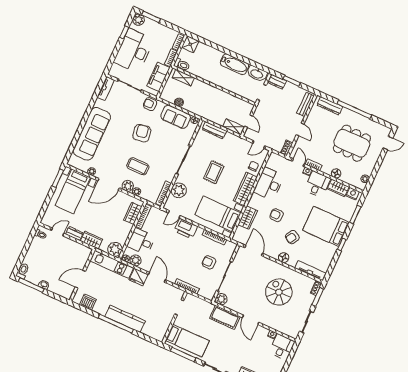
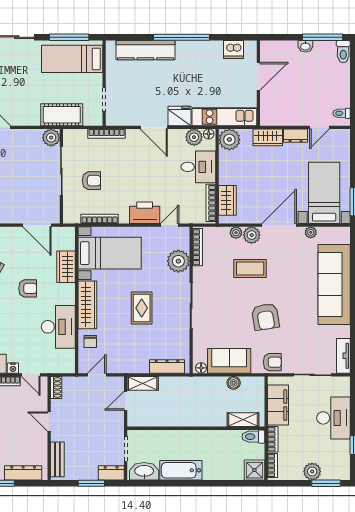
plant: (139, 20) -> (312, 471), moved
desk: (134, 51) -> (333, 418), width x0.73, depth x0.77
door: (249, 121) -> (126, 401), hinge flipped
cot: (225, 317) -> (62, 115), moved
kitchen counter: (125, 319) -> (145, 50), moved

